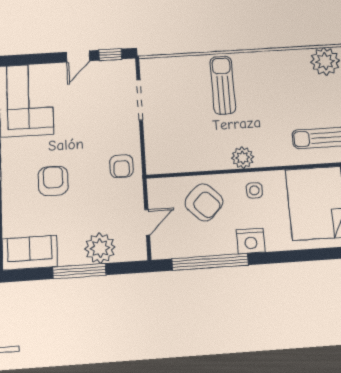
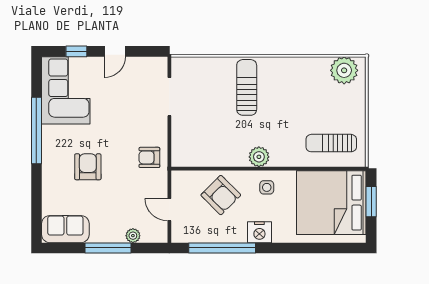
window: (110, 55) -> (76, 51), moved
armchair: (122, 166) -> (149, 157), turned 90
door: (147, 222) -> (169, 210), swing flipped
plant: (100, 248) -> (133, 236), width x0.53, depth x0.53

